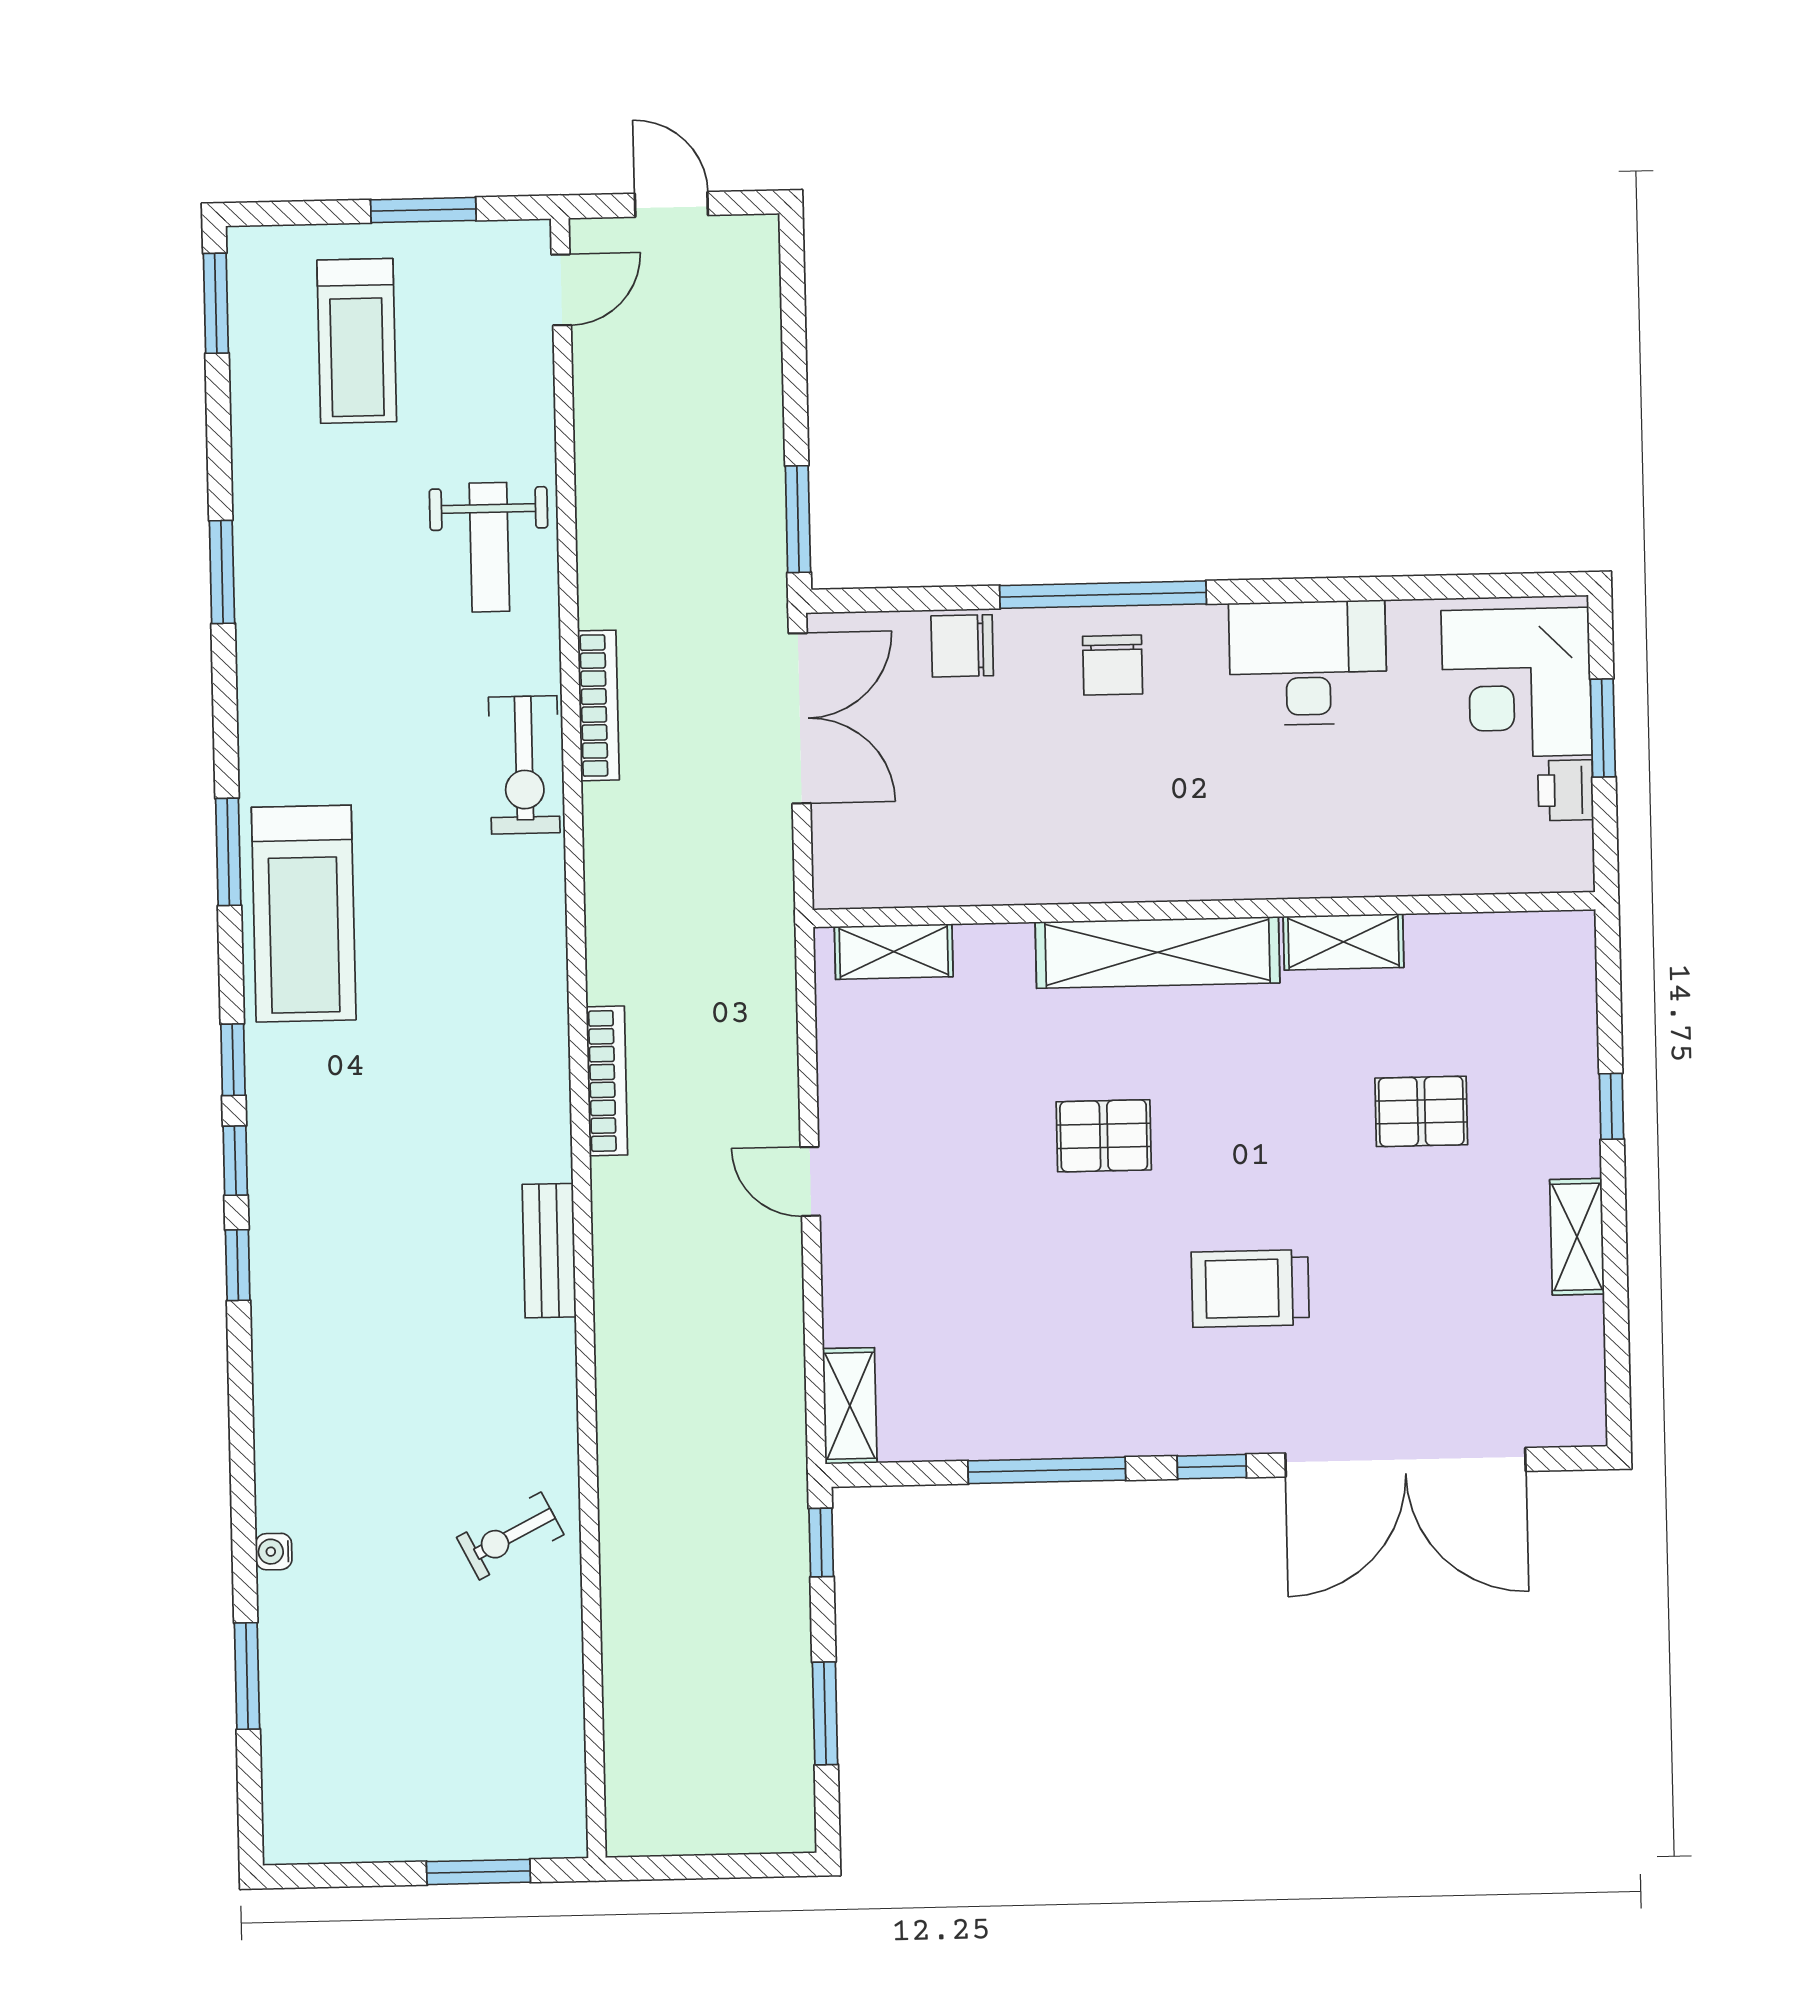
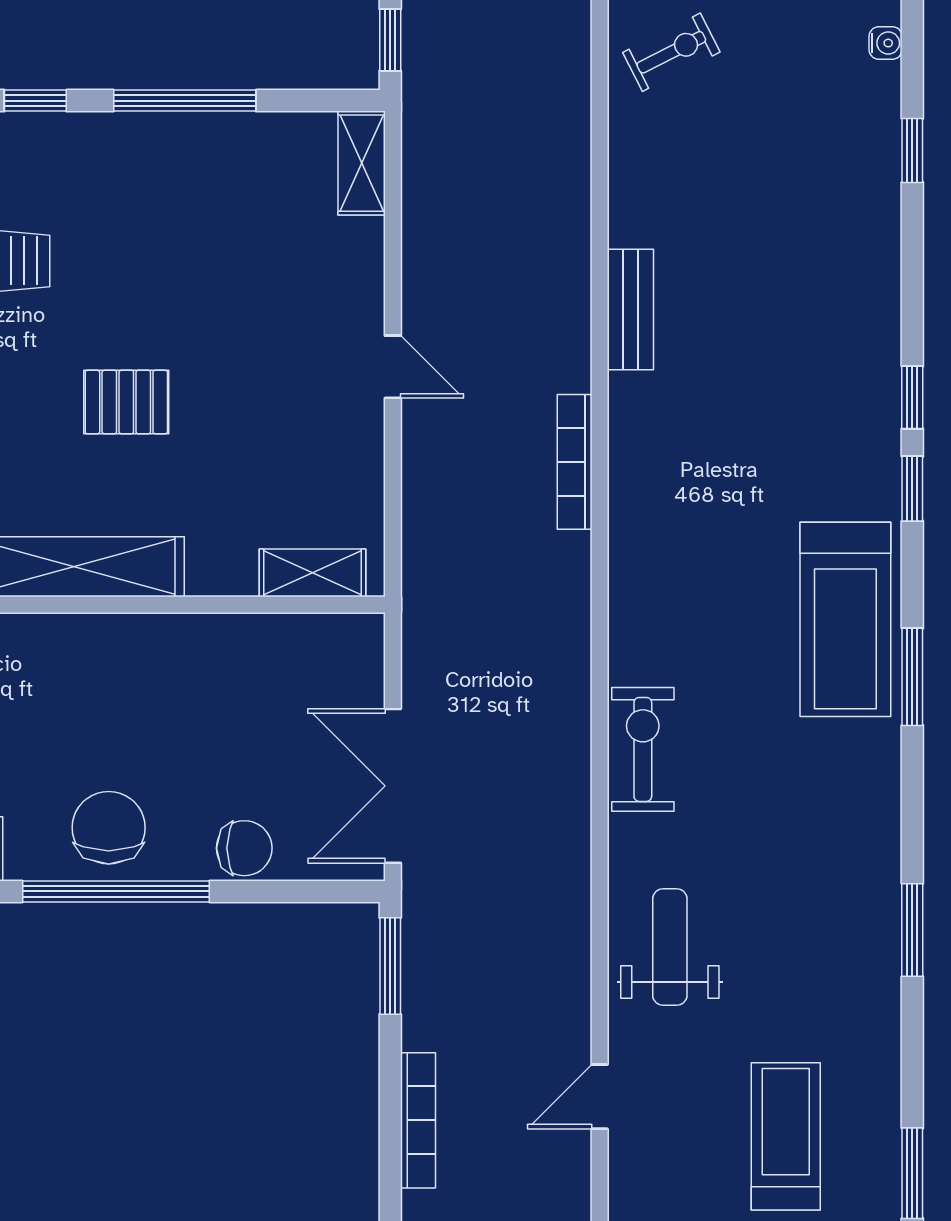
door: (561, 290) -> (600, 1097), moved
chair: (1113, 665) -> (109, 828), width x1.37, depth x1.37
bookcase: (598, 705) -> (418, 1120), moved, turned 180
treadmill: (304, 914) -> (845, 619), turned 180
window: (238, 1265) -> (912, 150), moved

